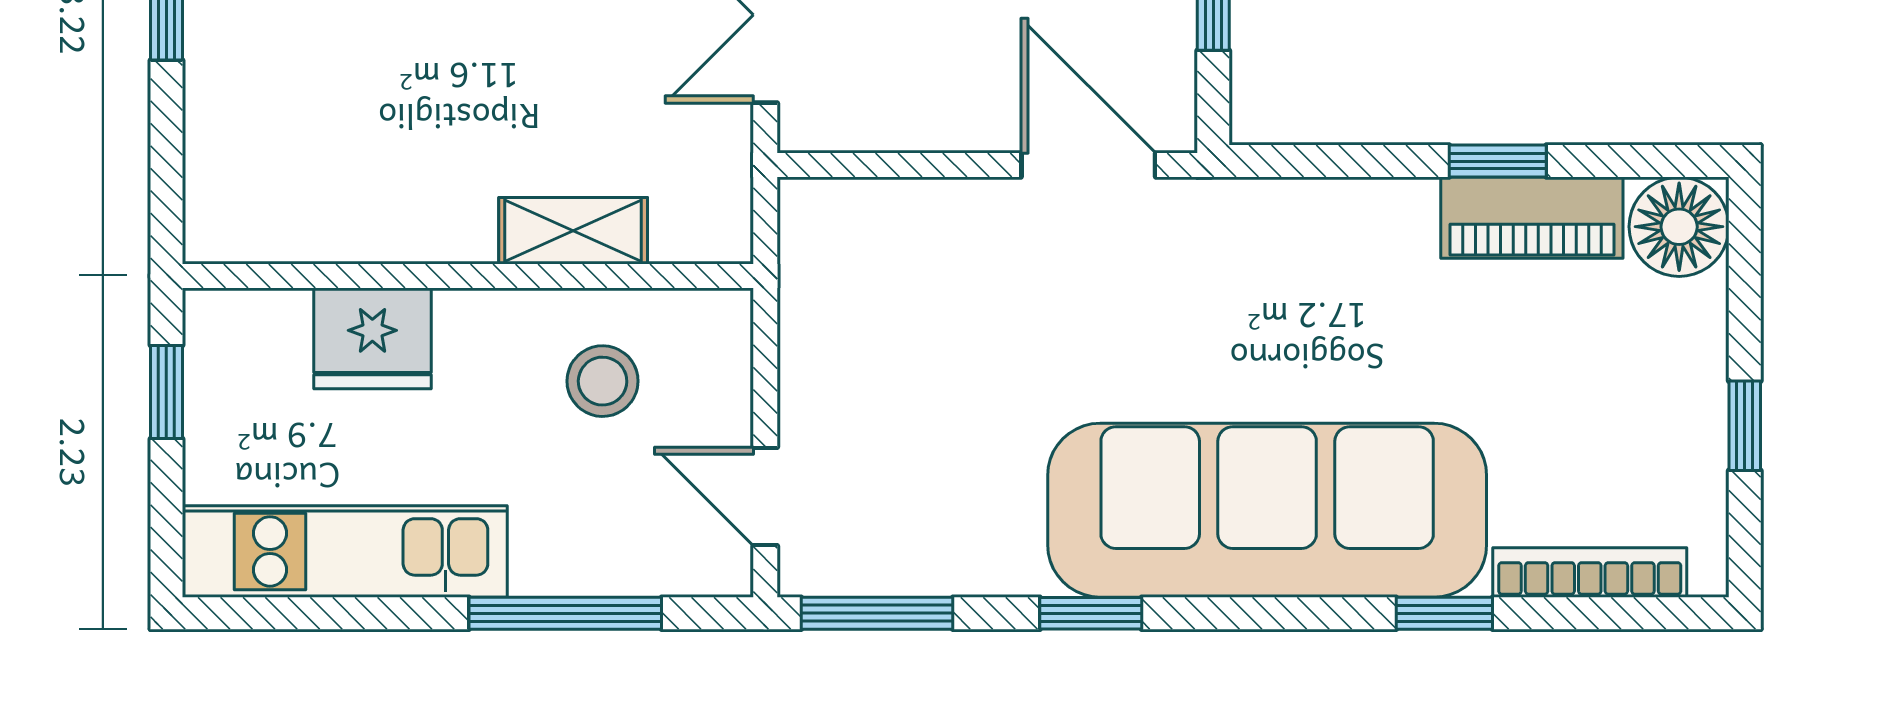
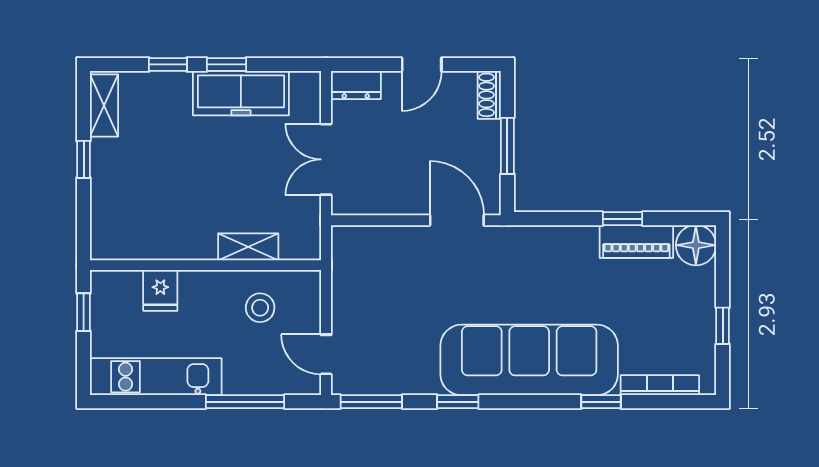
fridge: (372, 338) -> (160, 290), width x0.72

